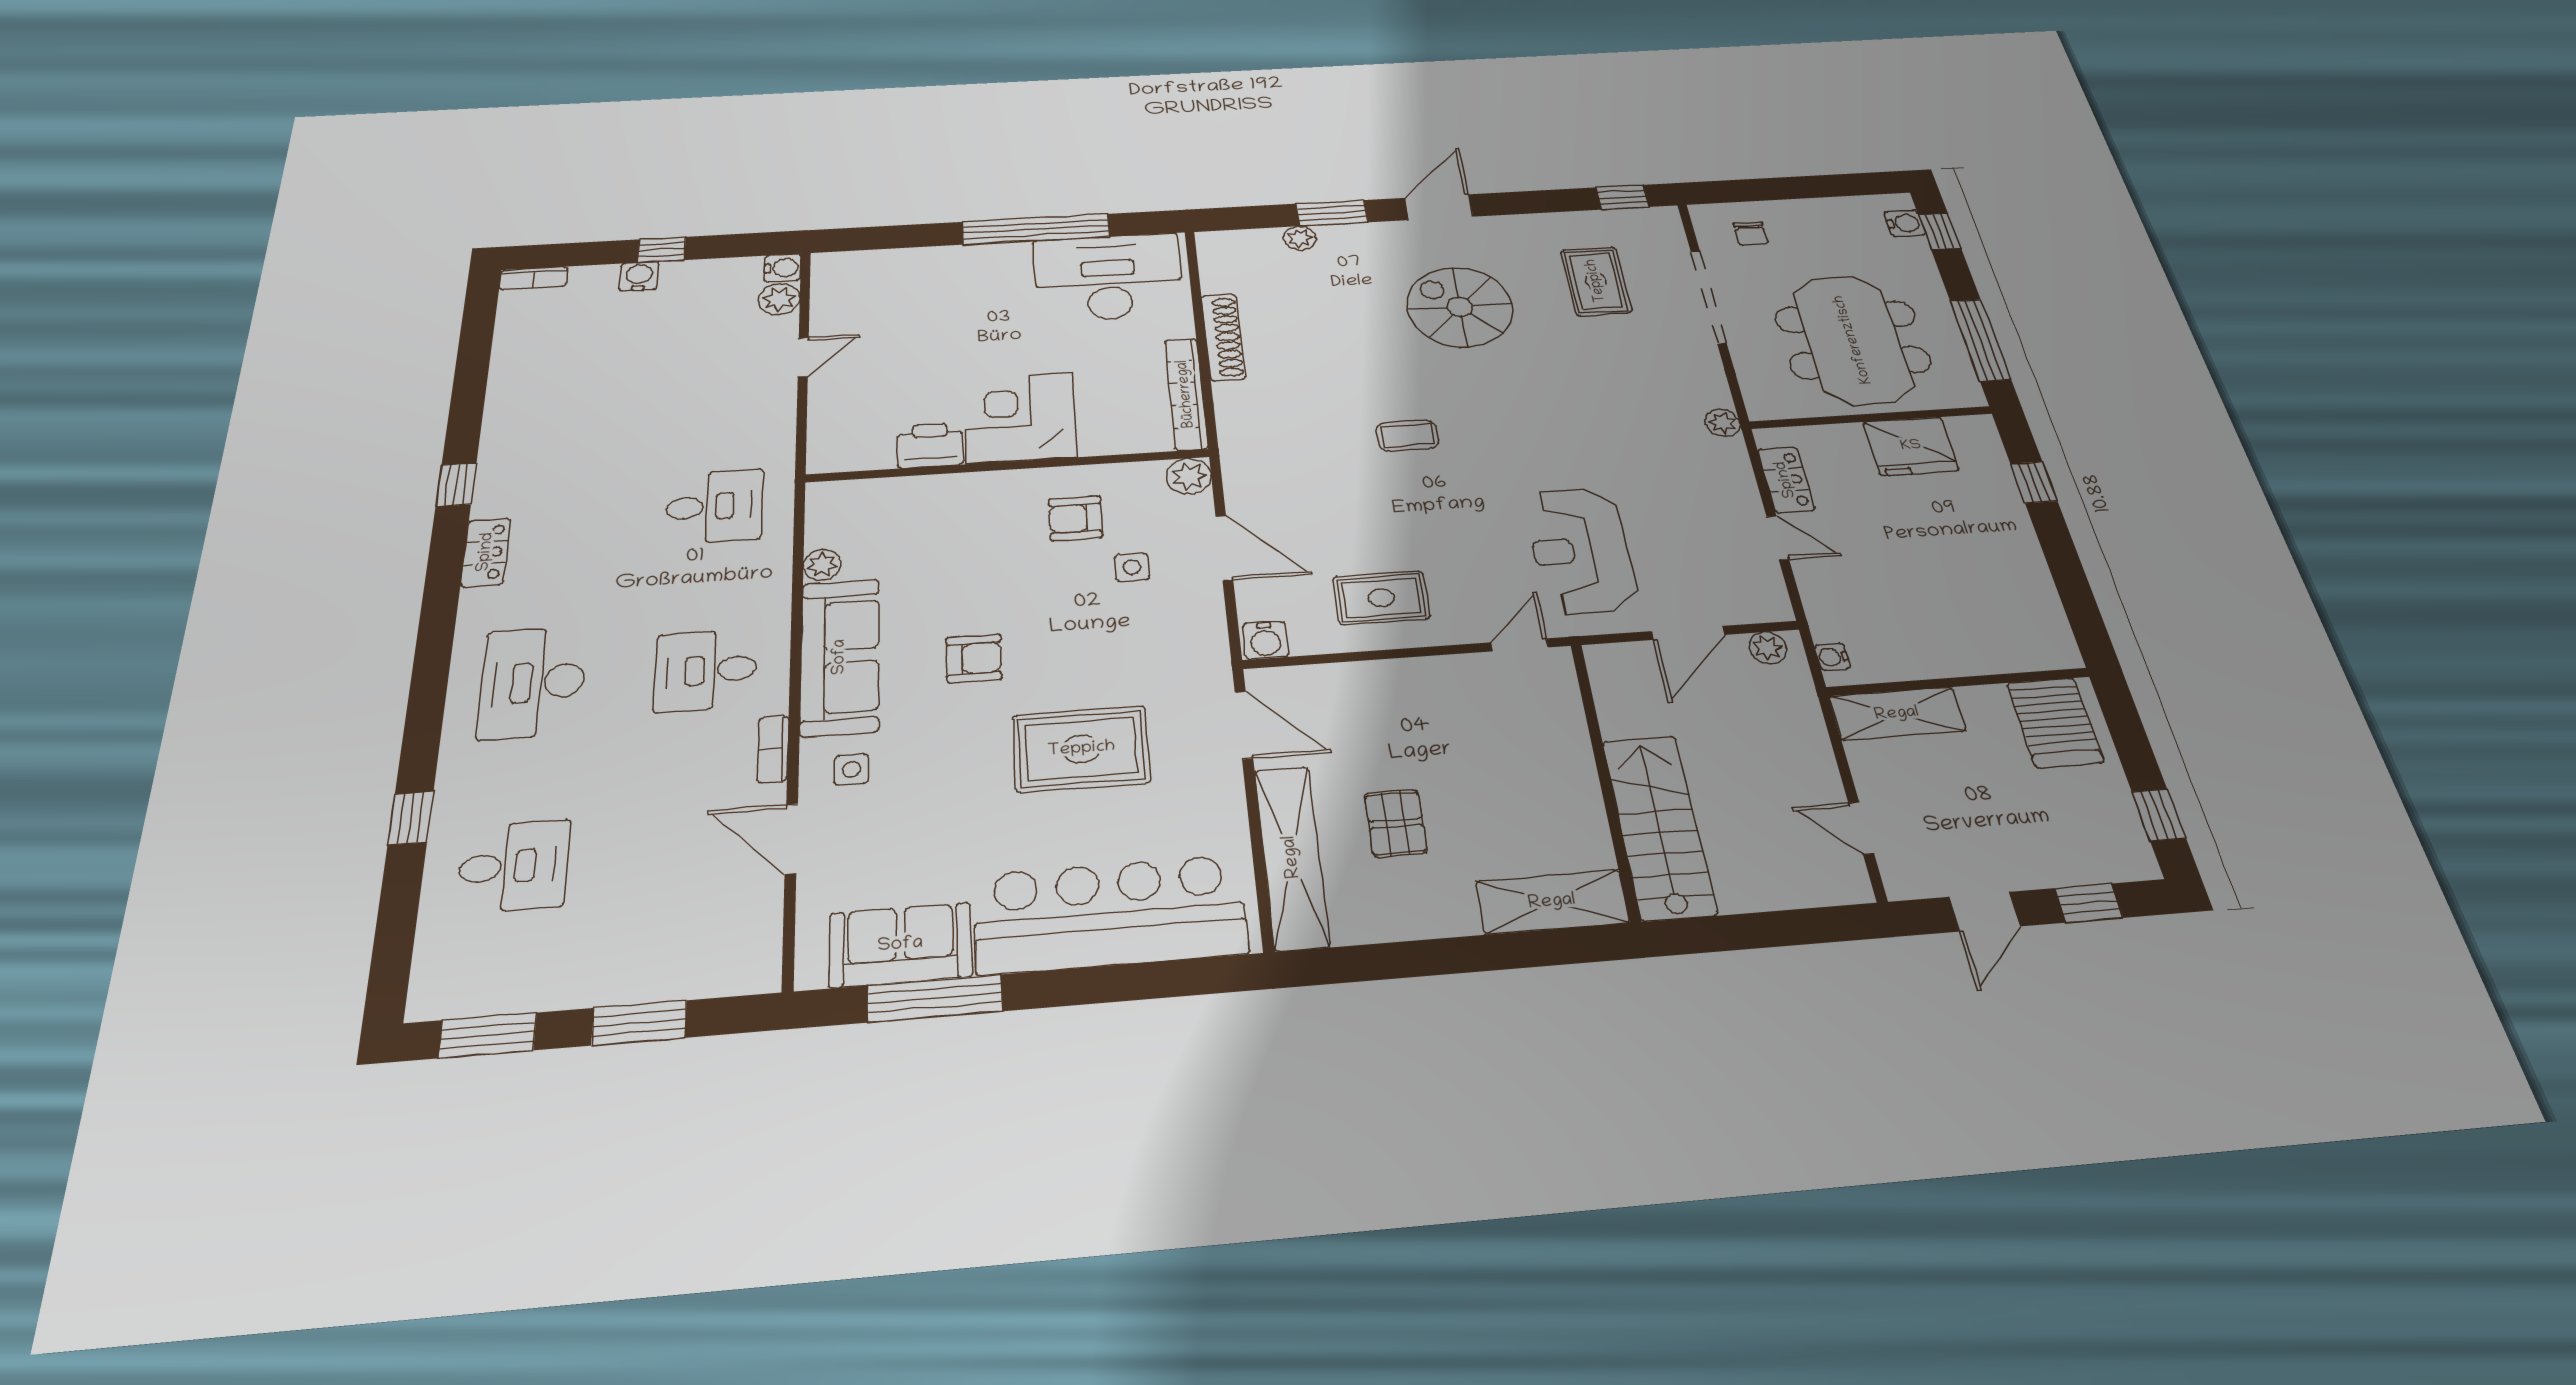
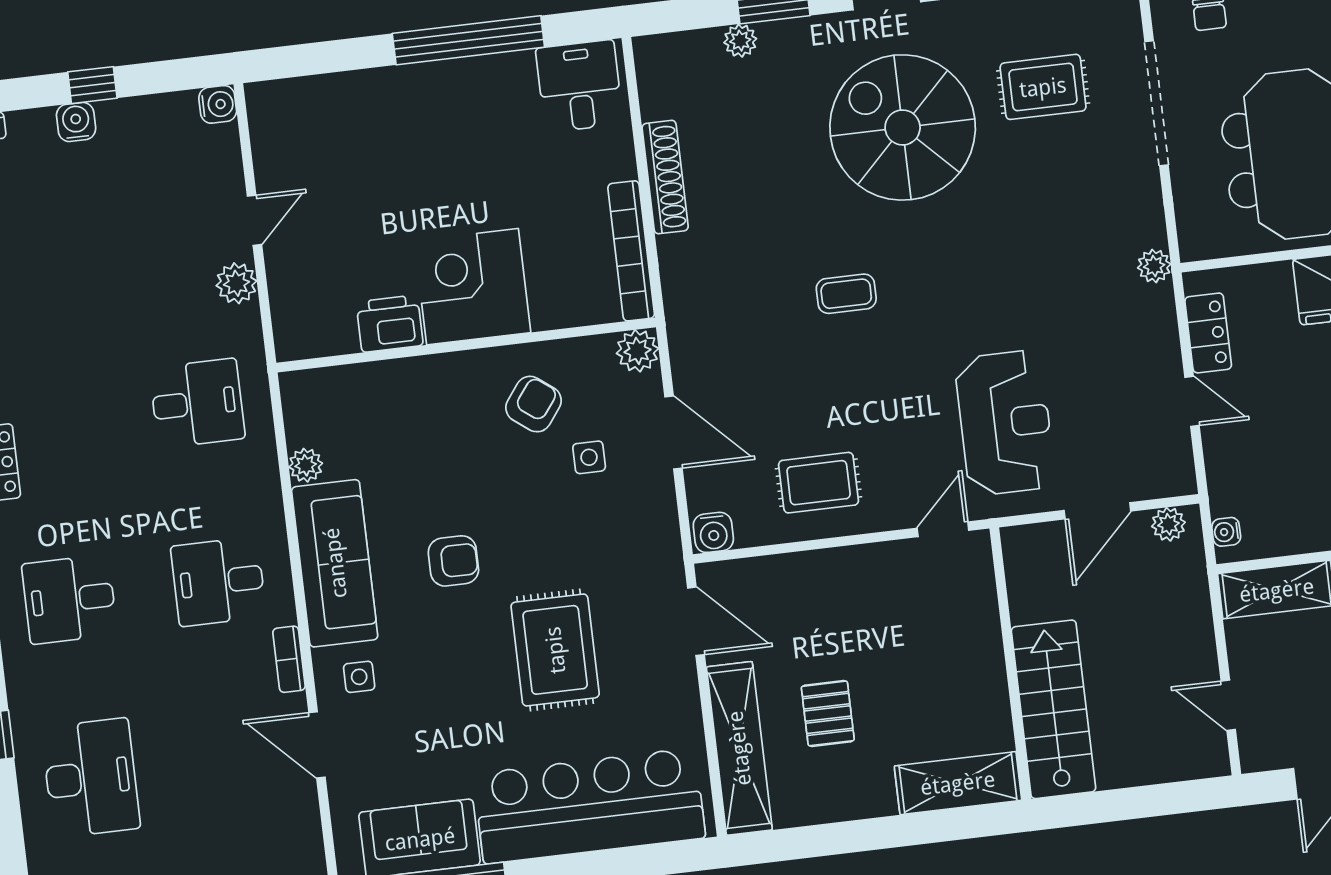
desk: (1108, 277) -> (579, 86), width x0.53, depth x0.77
rug: (1596, 281) -> (1043, 87), turned 90
plant: (779, 299) -> (236, 283), moved
spiral stairs: (1460, 307) -> (903, 127), width x1.37, depth x1.37
armchair: (1075, 518) -> (533, 404), turned 127
reception desk: (1580, 550) -> (1005, 423), turned 180
desk: (533, 682) -> (69, 599), width x0.73
rug: (1081, 749) -> (555, 650), turned 90
desk: (514, 866) -> (91, 778), width x1.37

